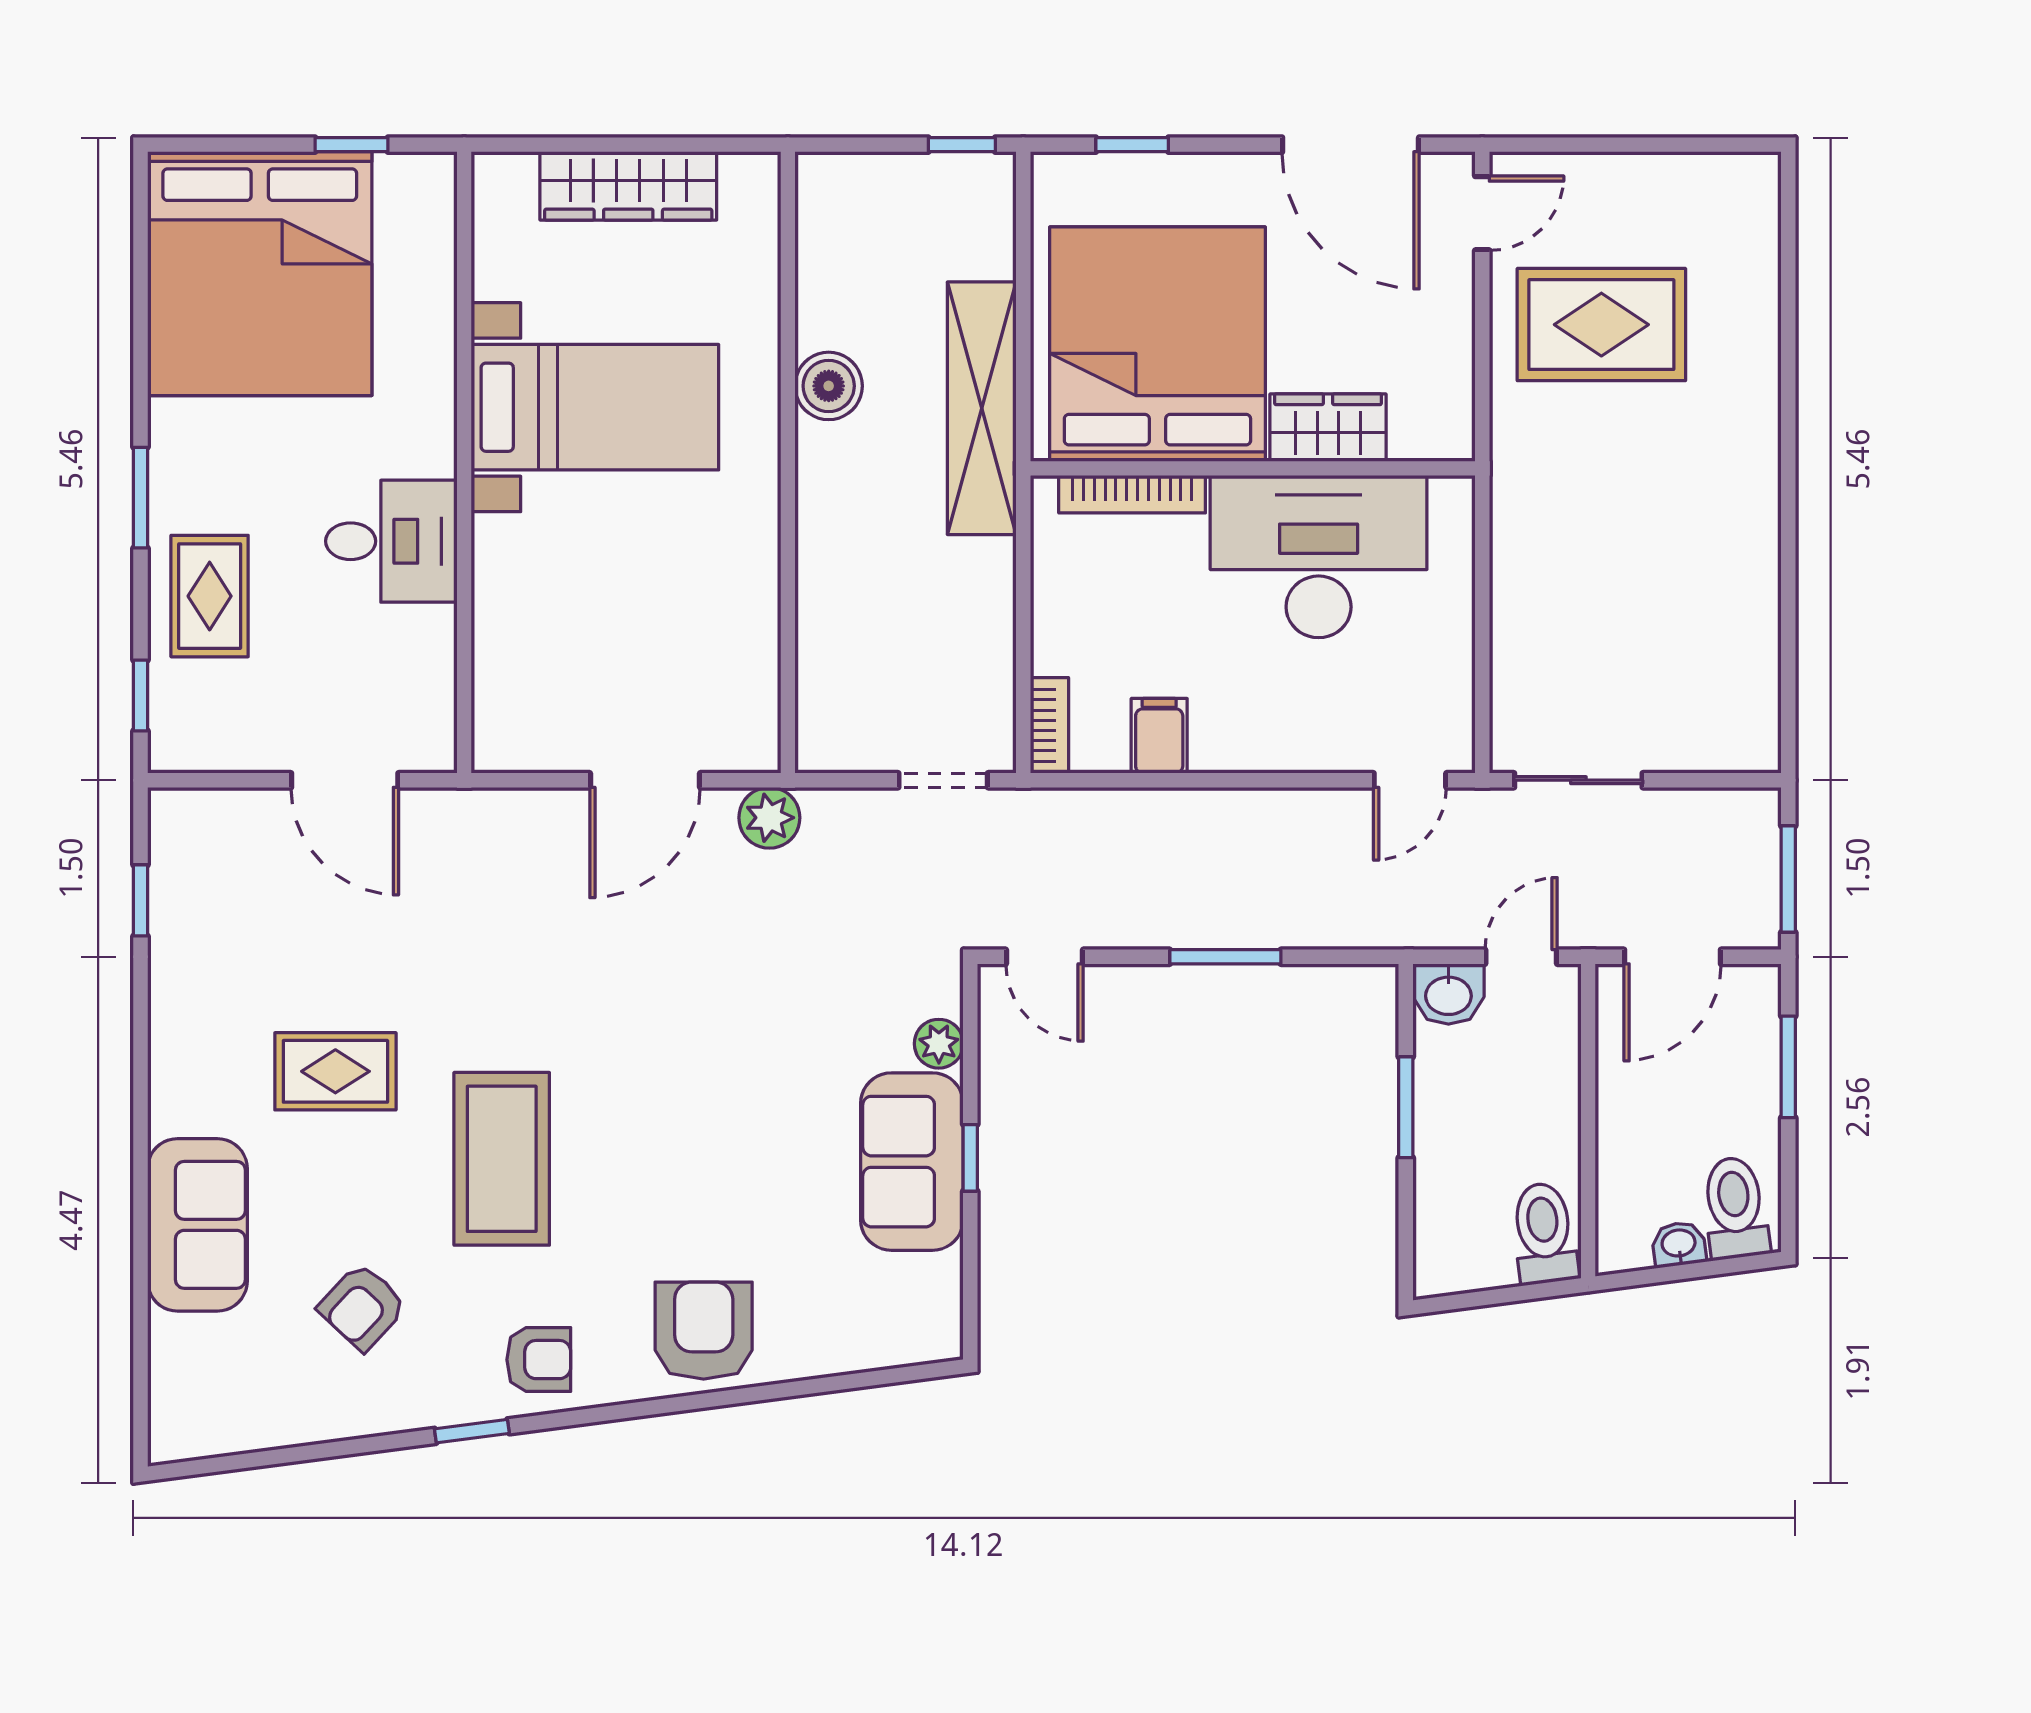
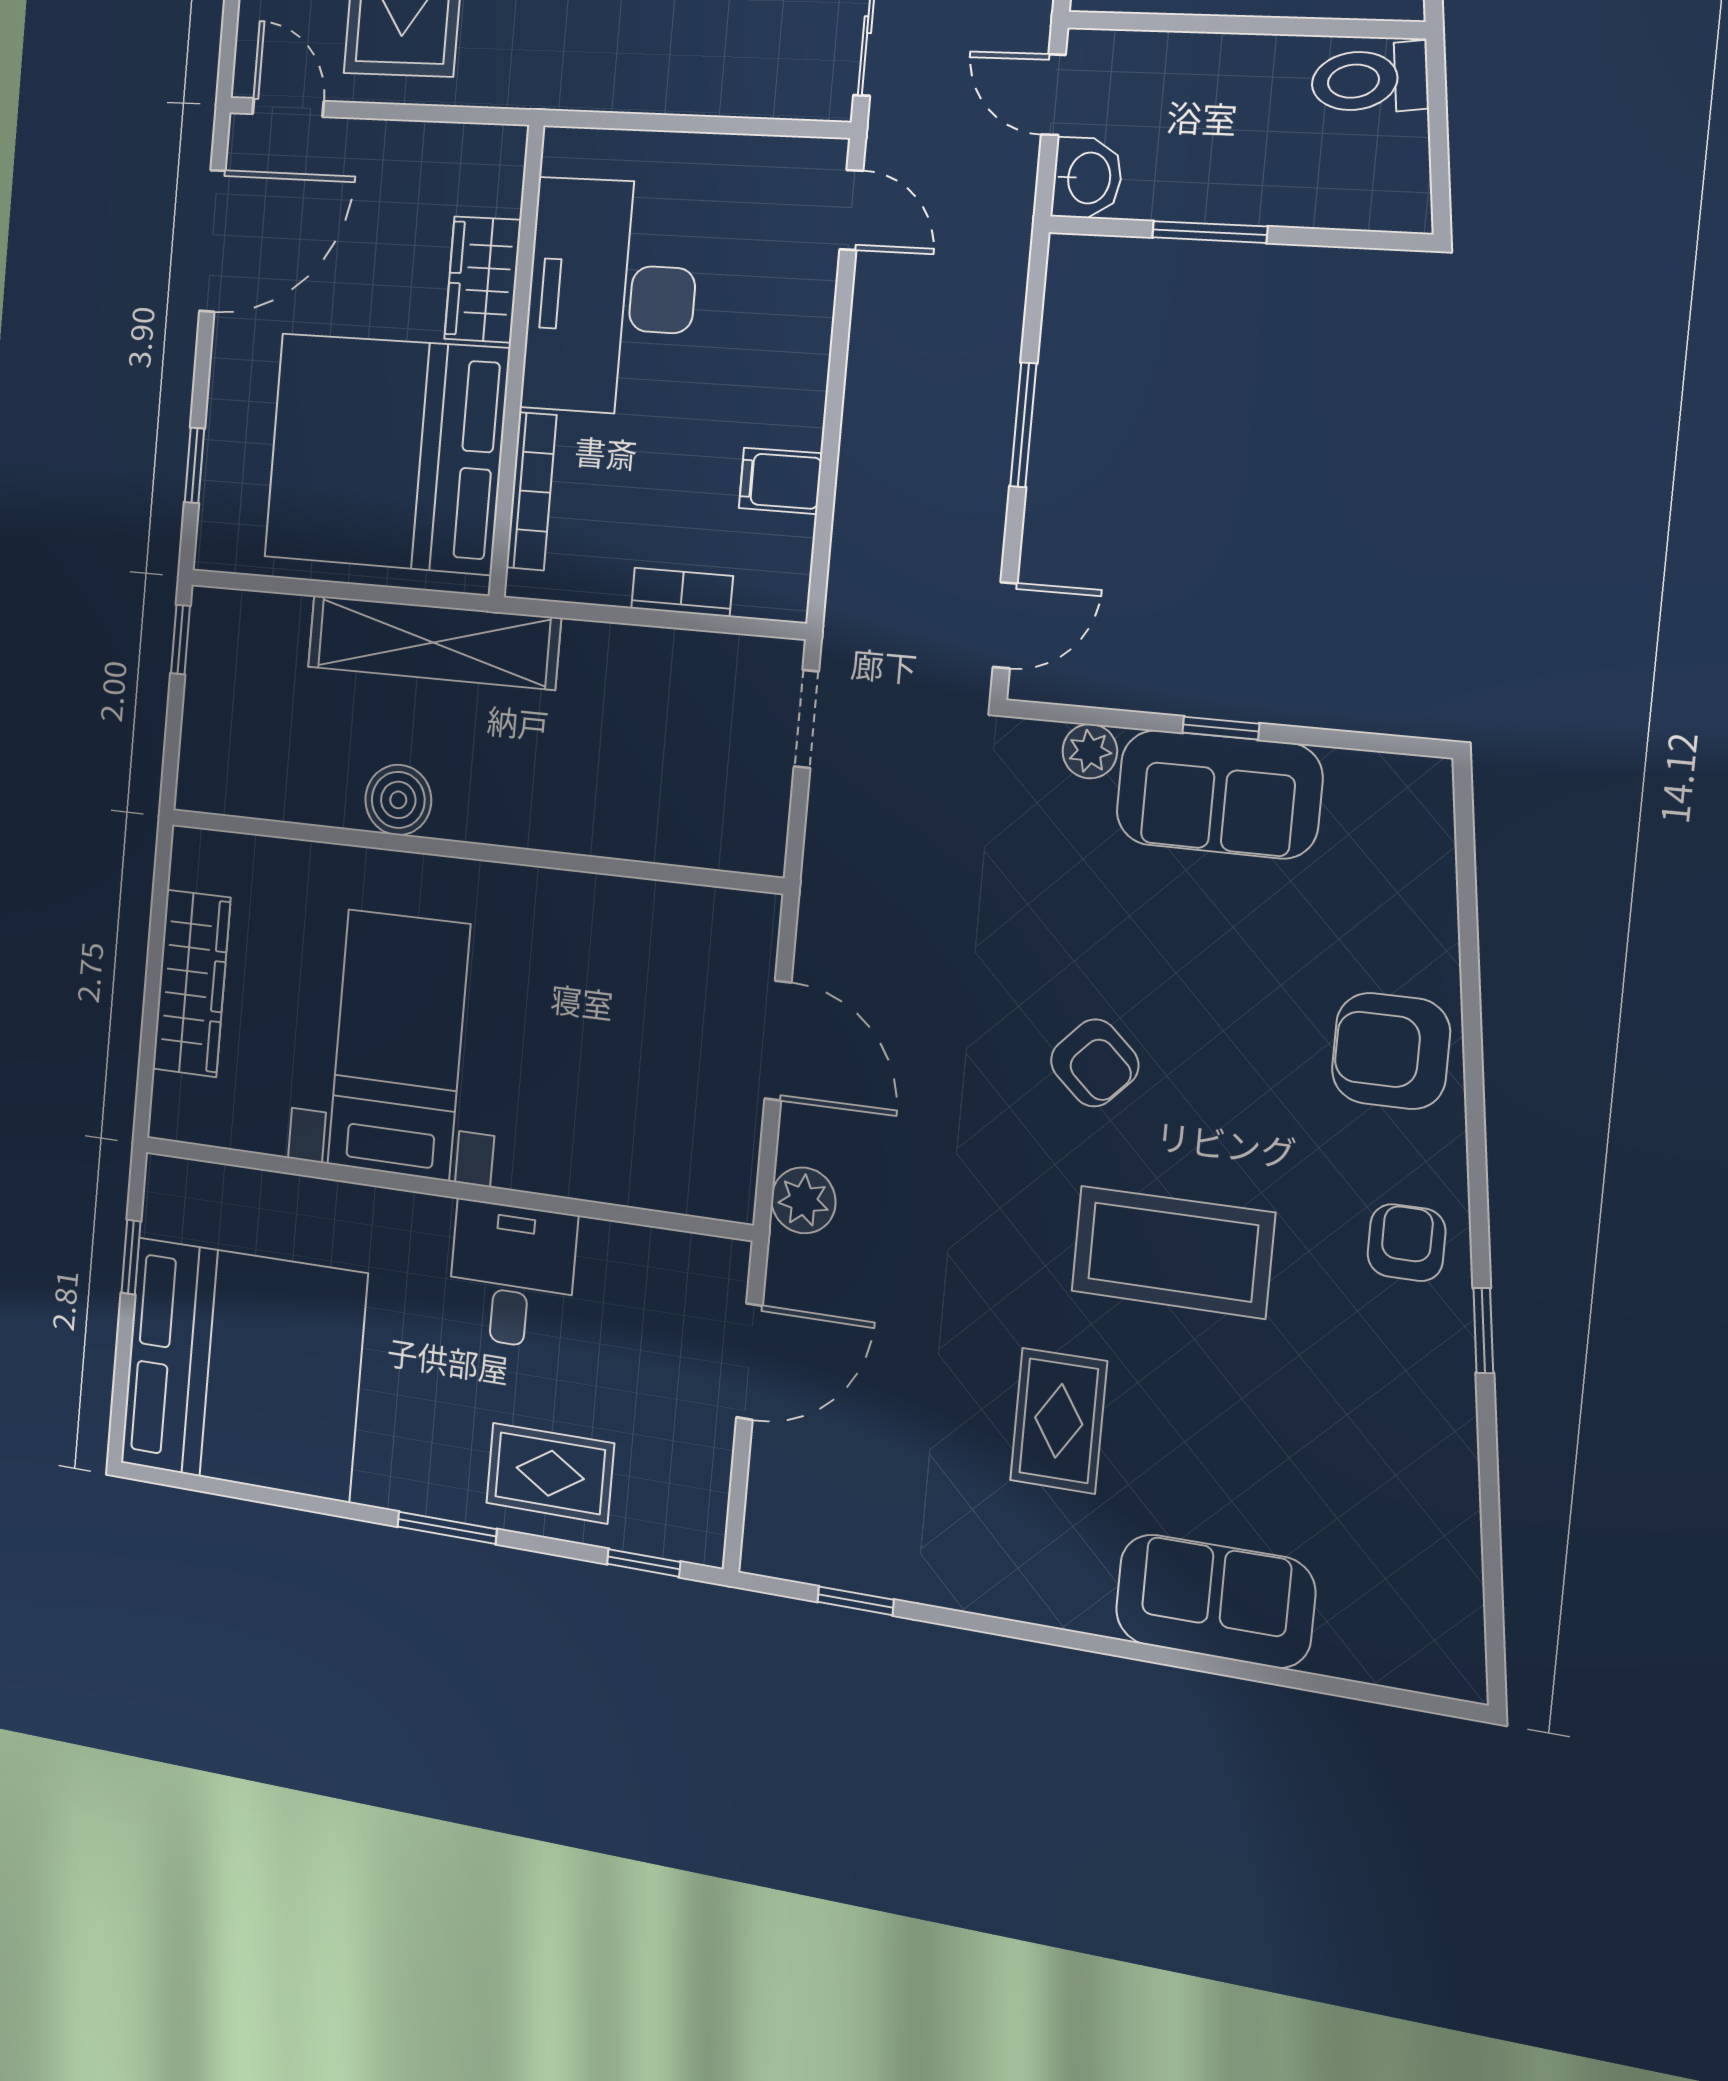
bookcase: (1049, 725) -> (682, 592), moved
plant: (769, 818) -> (803, 1200), moved
armchair: (362, 1307) -> (1095, 1063), moved

